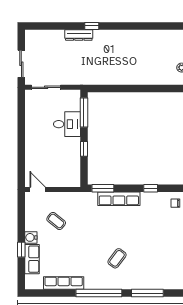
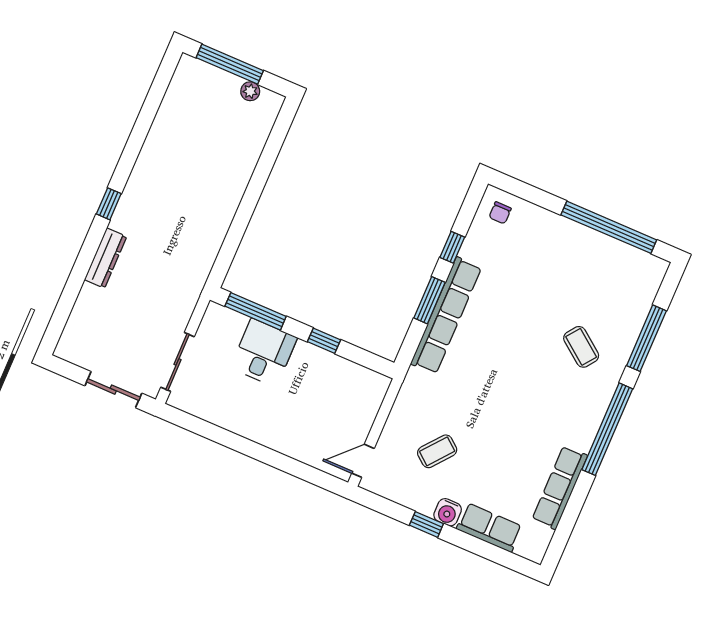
window: (92, 26) -> (109, 204), moved
window: (103, 188) -> (429, 300), moved
row of seats: (119, 199) -> (446, 315), width x1.36
window: (21, 250) -> (426, 524), moved
coffee table: (117, 258) -> (581, 347), moved

